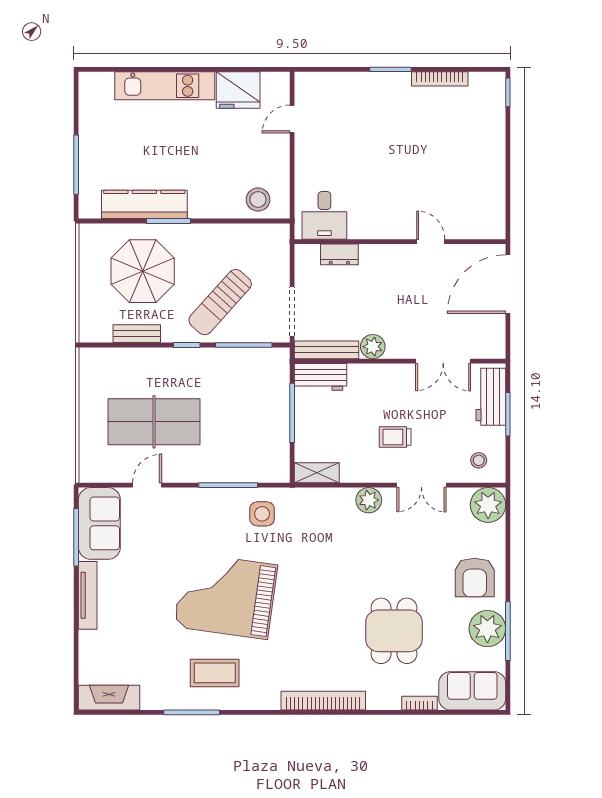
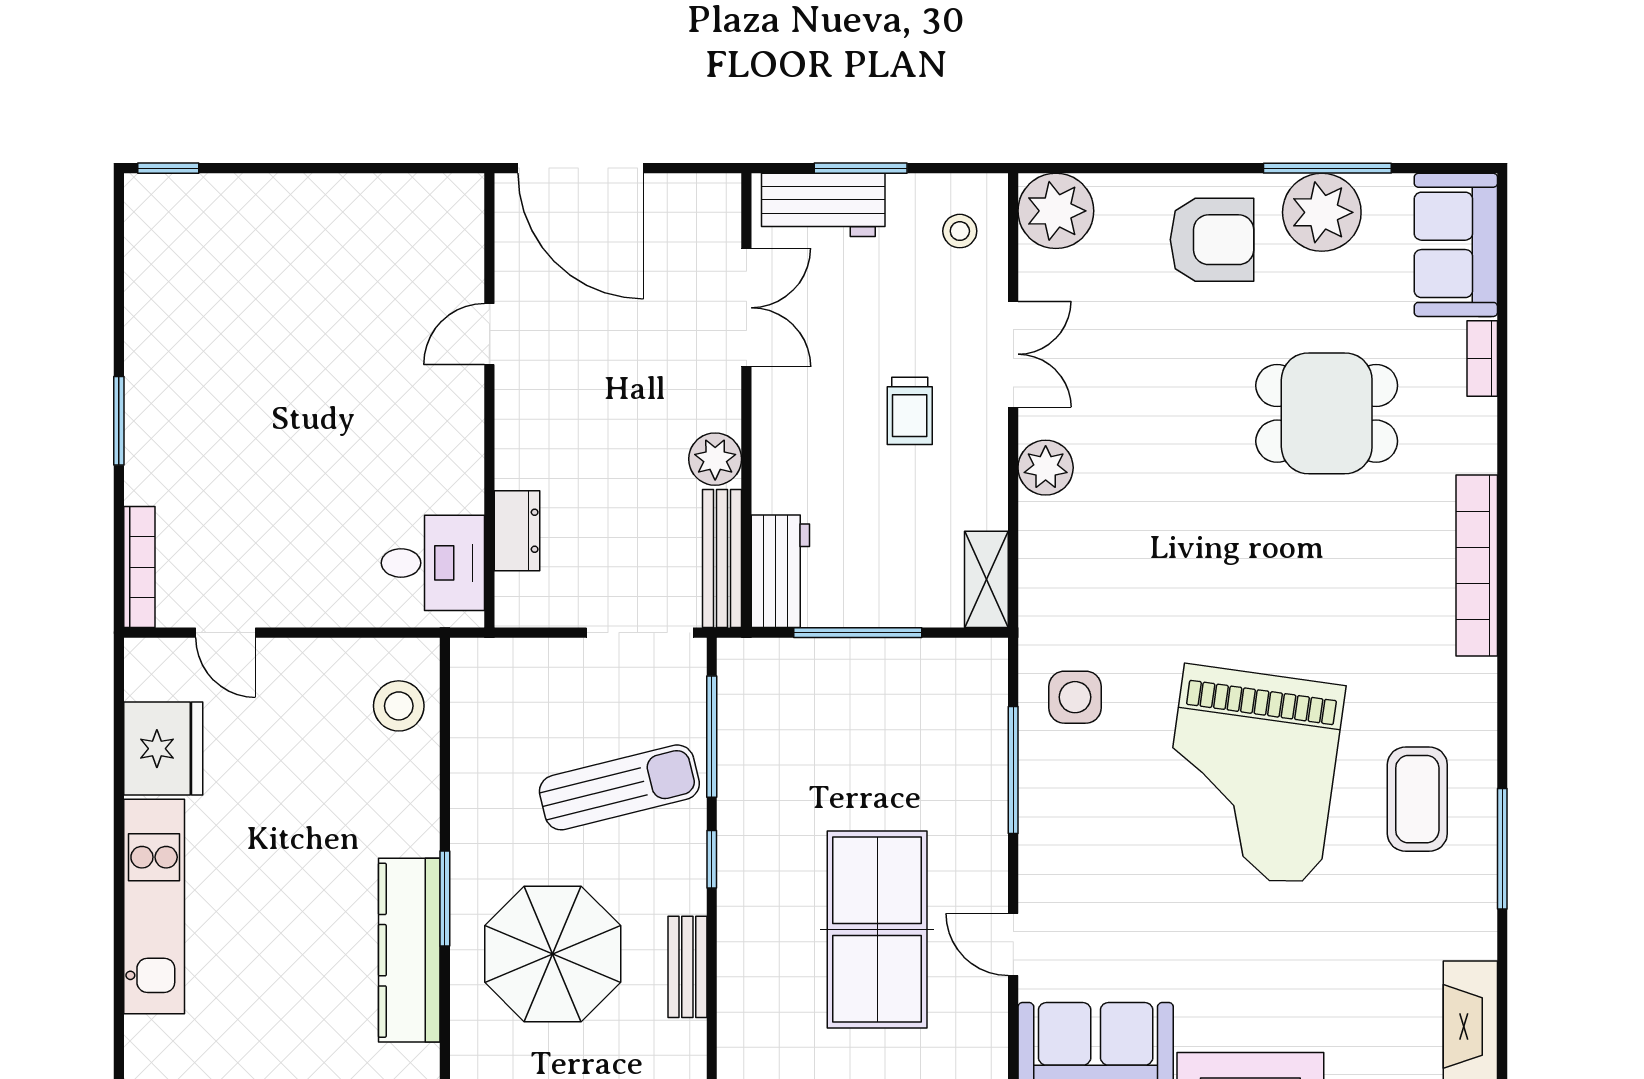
bookcase: (440, 79) -> (139, 567), moved
sun lounger: (220, 302) -> (619, 787), turned -56

